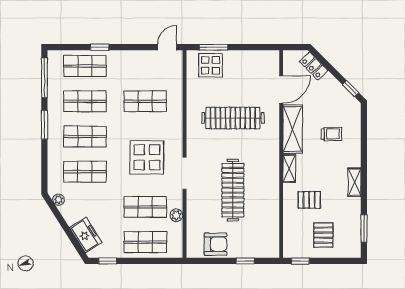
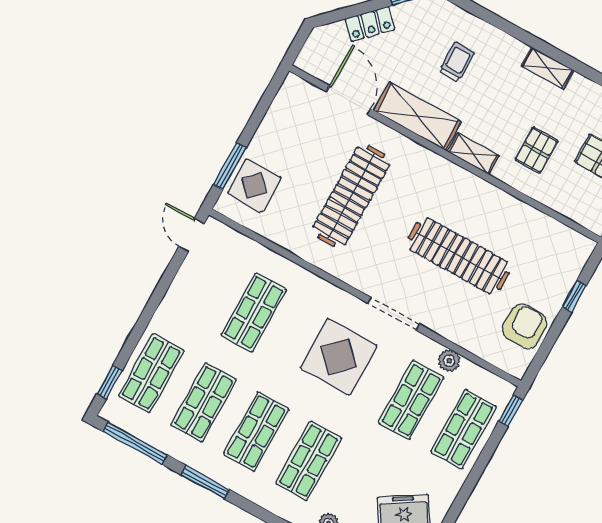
window: (100, 47) -> (110, 382), moved
locker: (314, 66) -> (370, 24), moved
window: (108, 261) -> (511, 411), moved

